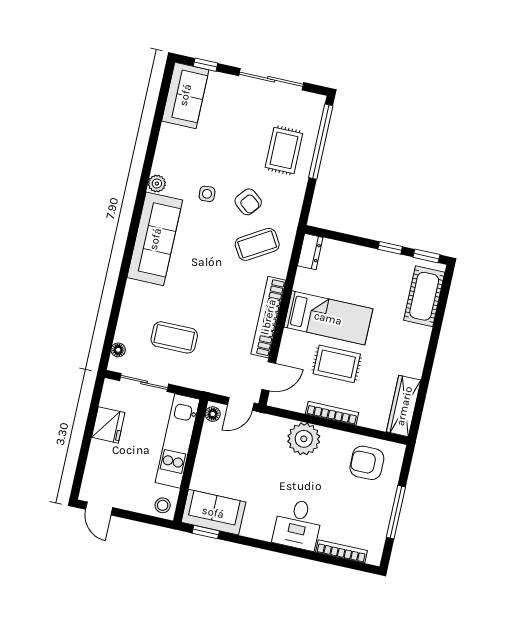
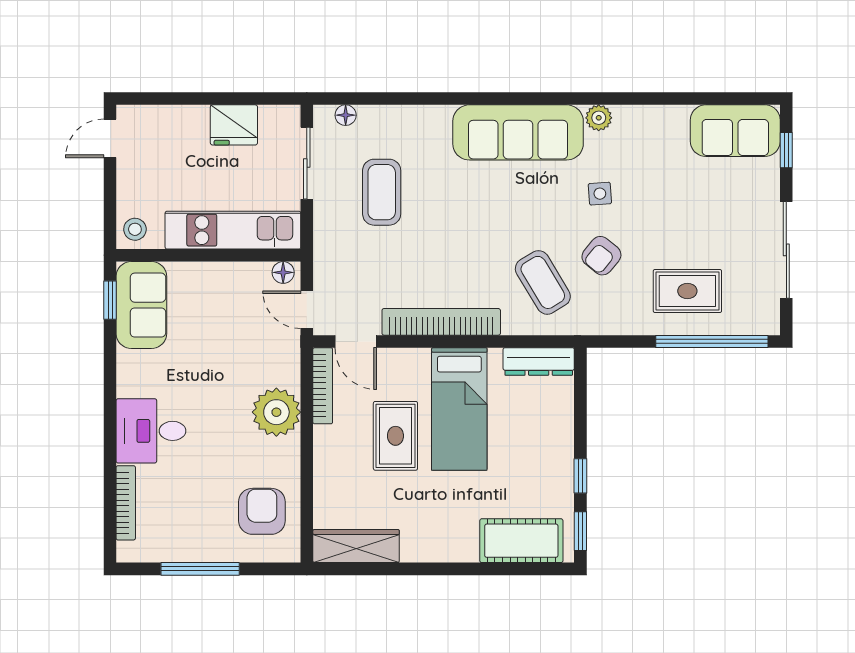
dresser: (310, 252) -> (539, 361), width x1.44
bookcase: (332, 413) -> (323, 386), moved

